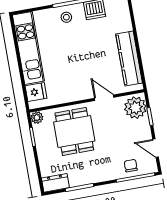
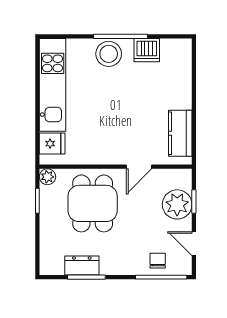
stool: (66, 17) -> (109, 54), width x1.89, depth x1.89
kitchen counter: (129, 58) -> (180, 133), width x0.67
door: (104, 98) -> (139, 167), swing flipped
plant: (135, 108) -> (177, 204), moved
dresser: (55, 183) -> (82, 265), moved

